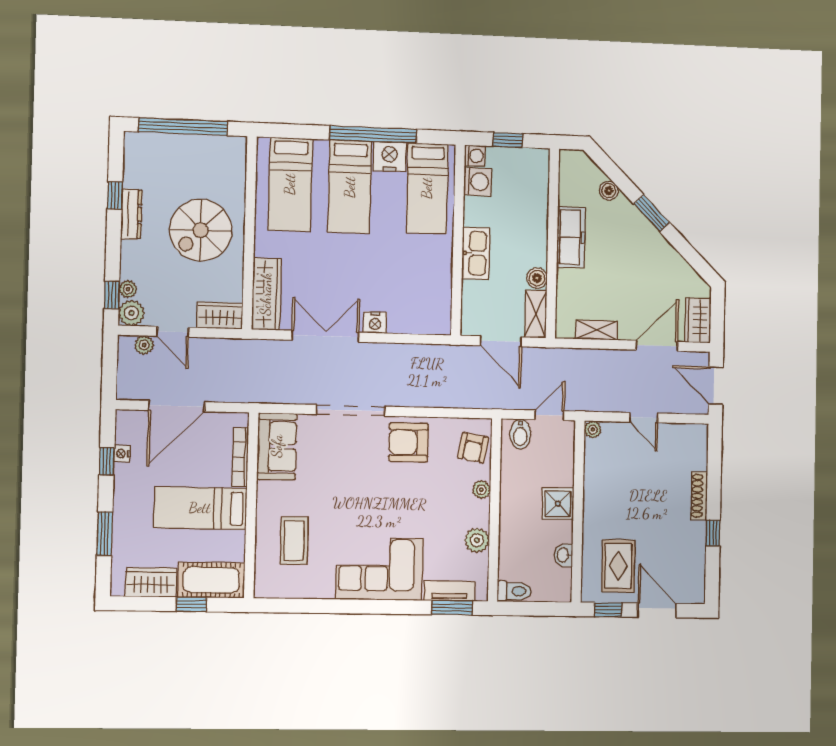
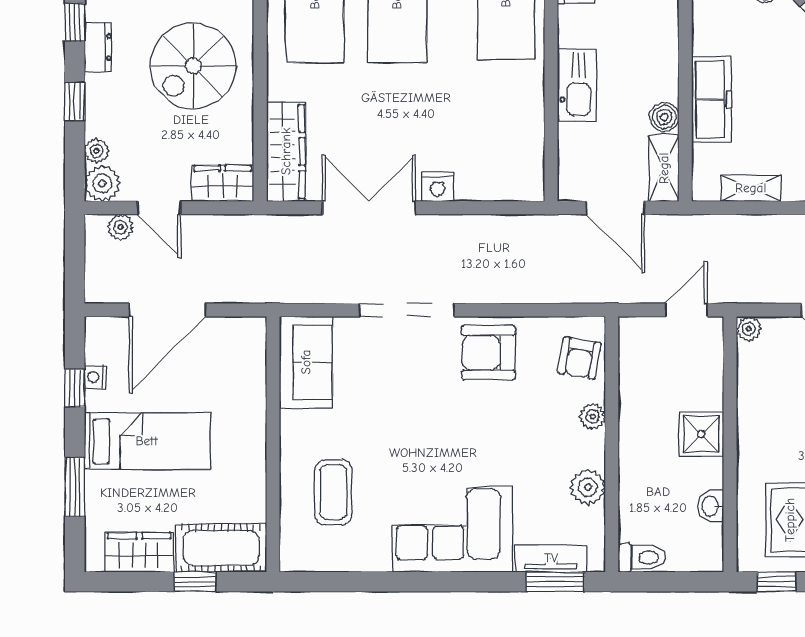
dresser: (131, 214) -> (98, 47), width x0.70
freezer: (571, 237) -> (712, 99), moved
window: (112, 295) -> (75, 101), moved
bidet: (520, 434) -> (646, 338), removed
bookcase: (240, 457) -> (256, 378), removed
bed: (200, 508) -> (147, 441), moved, turned 180

